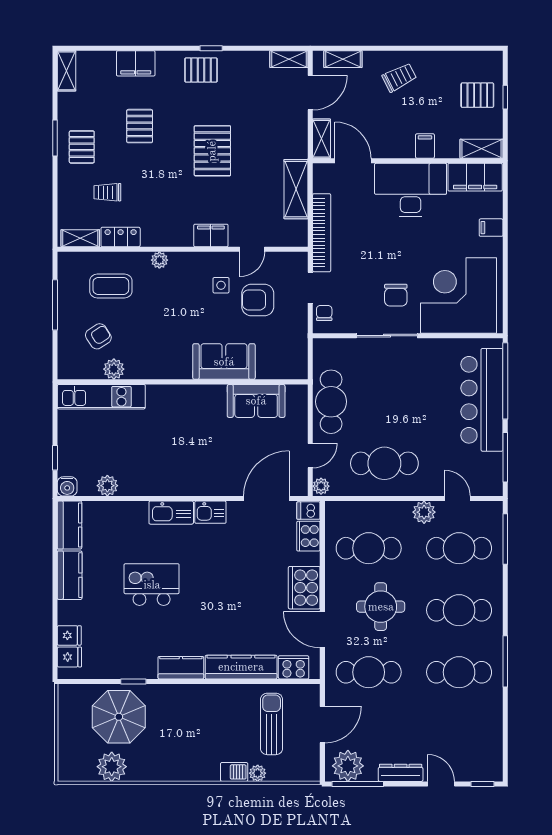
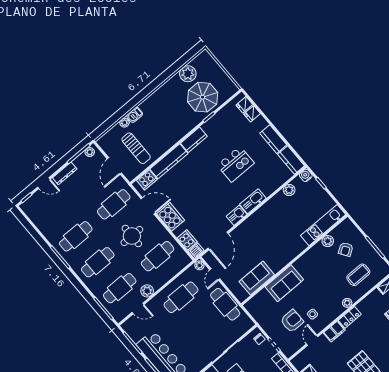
locker: (121, 237) -> (350, 317), moved
plant: (348, 766) -> (90, 152), width x0.53, depth x0.53

